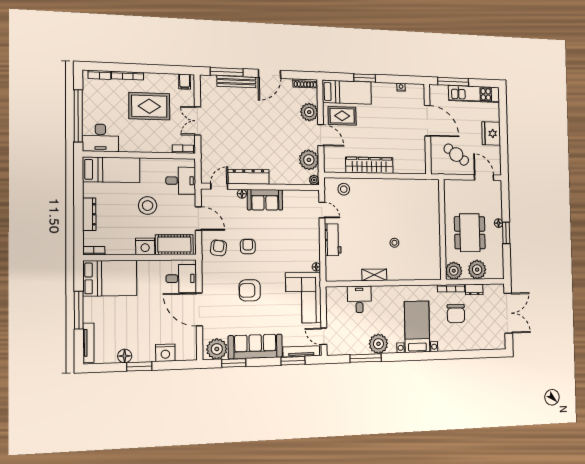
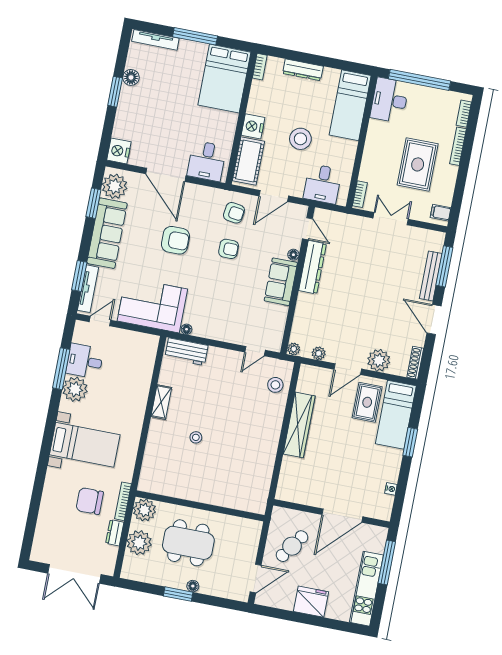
plant: (309, 160) -> (319, 353), width x0.53, depth x0.53
workbench: (333, 240) -> (186, 352), moved
armchair: (250, 290) -> (175, 240), turned 90
desk: (359, 299) -> (85, 361), moved, turned 180
door: (199, 309) -> (166, 175), swing flipped
nightstand: (165, 353) -> (119, 151), moved

